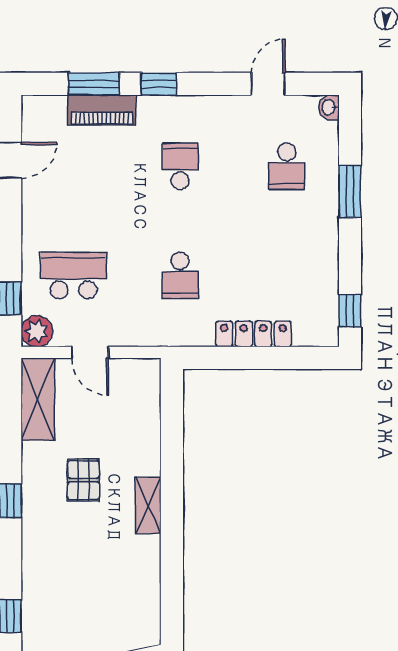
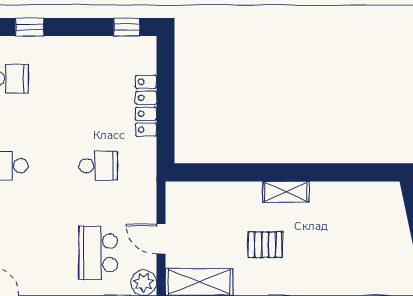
window: (350, 191) -> (30, 27), width x0.67
door: (90, 352) -> (161, 239), swing flipped

